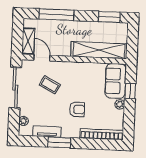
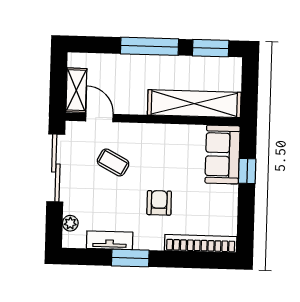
window: (56, 15) -> (149, 46), moved
plant: (120, 104) -> (230, 193), removed
armchair: (77, 109) -> (159, 203), turned -90

